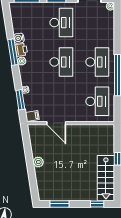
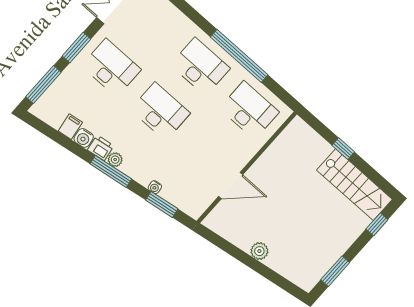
window: (13, 52) -> (111, 171), moved
filing cabinet: (32, 116) -> (70, 127), moved

